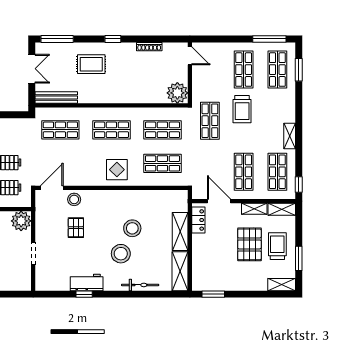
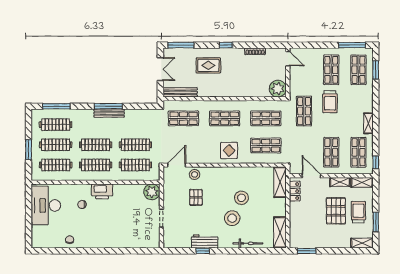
shelving: (180, 231) -> (280, 182), moved

